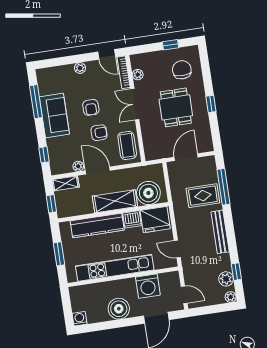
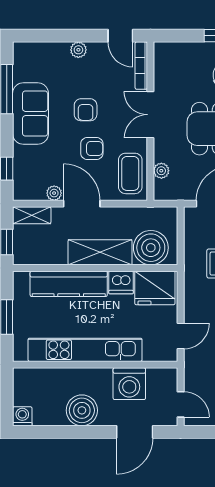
plant: (138, 75) -> (161, 171), moved
door: (177, 249) -> (181, 336), swing flipped

